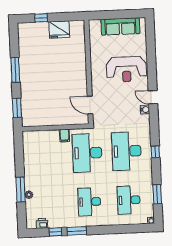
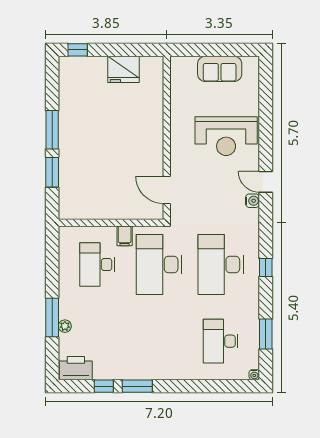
window: (41, 18) -> (78, 50), moved
sofa: (120, 26) -> (220, 69), width x0.73
window: (17, 108) -> (52, 172), moved
desk: (89, 202) -> (97, 264), moved
printer: (42, 223) -> (76, 368), width x1.87, depth x1.48

